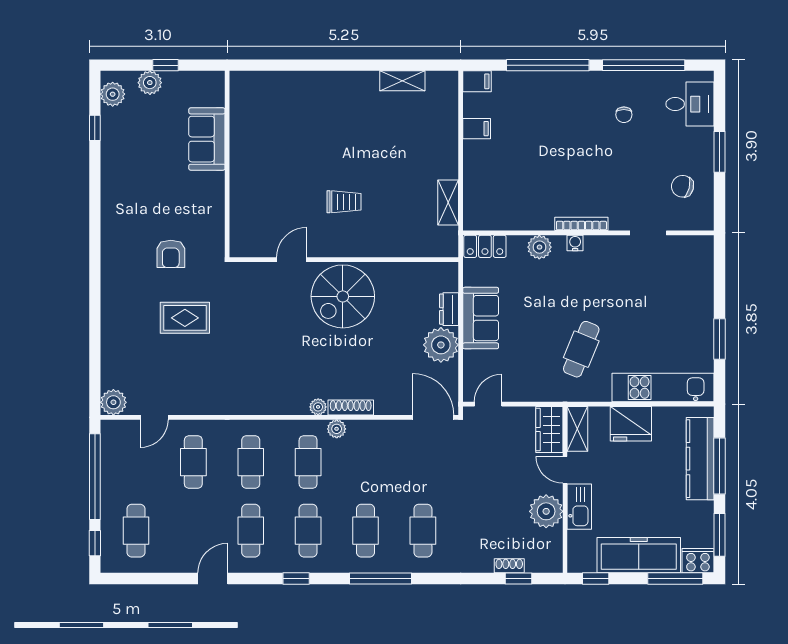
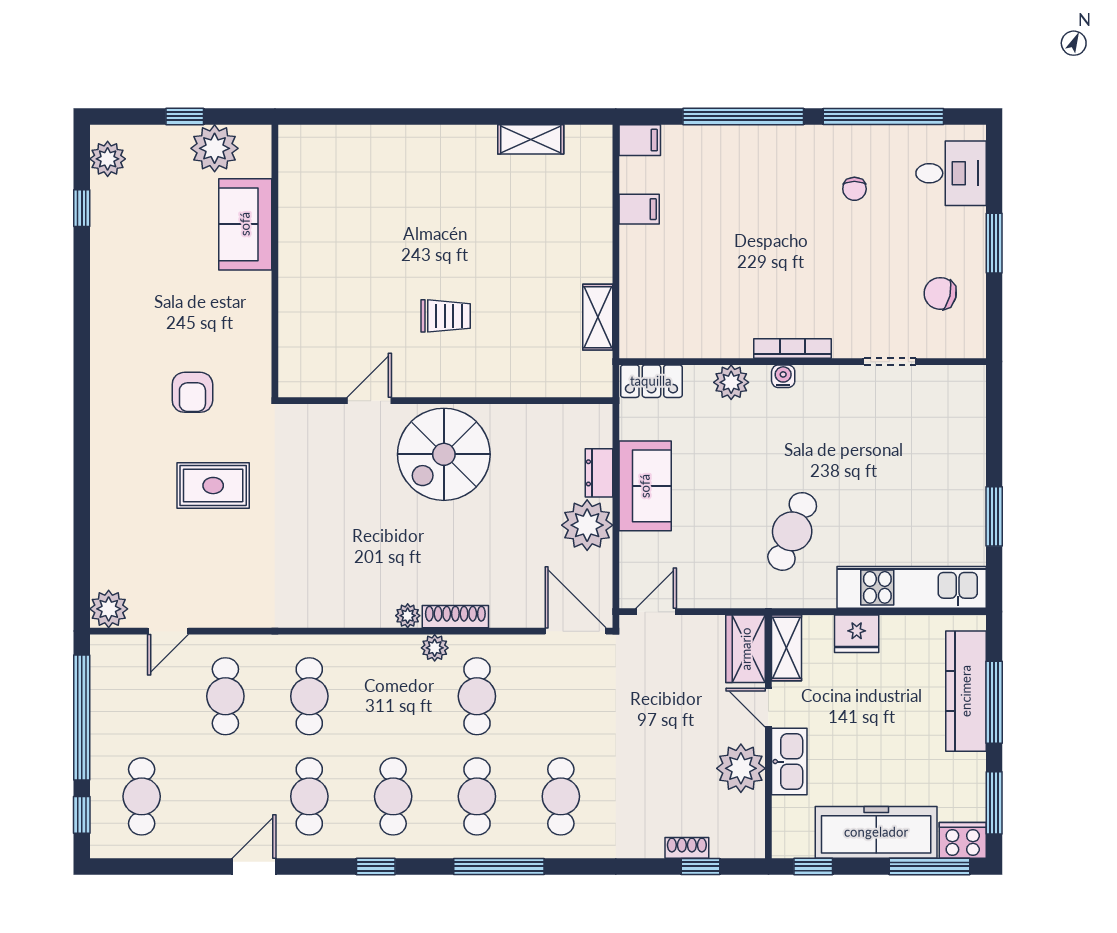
plant: (150, 83) -> (215, 148), moved, width x1.36, depth x1.36
fridge: (631, 424) -> (857, 634), width x0.73, depth x0.75
cafe table: (308, 462) -> (477, 696), moved

